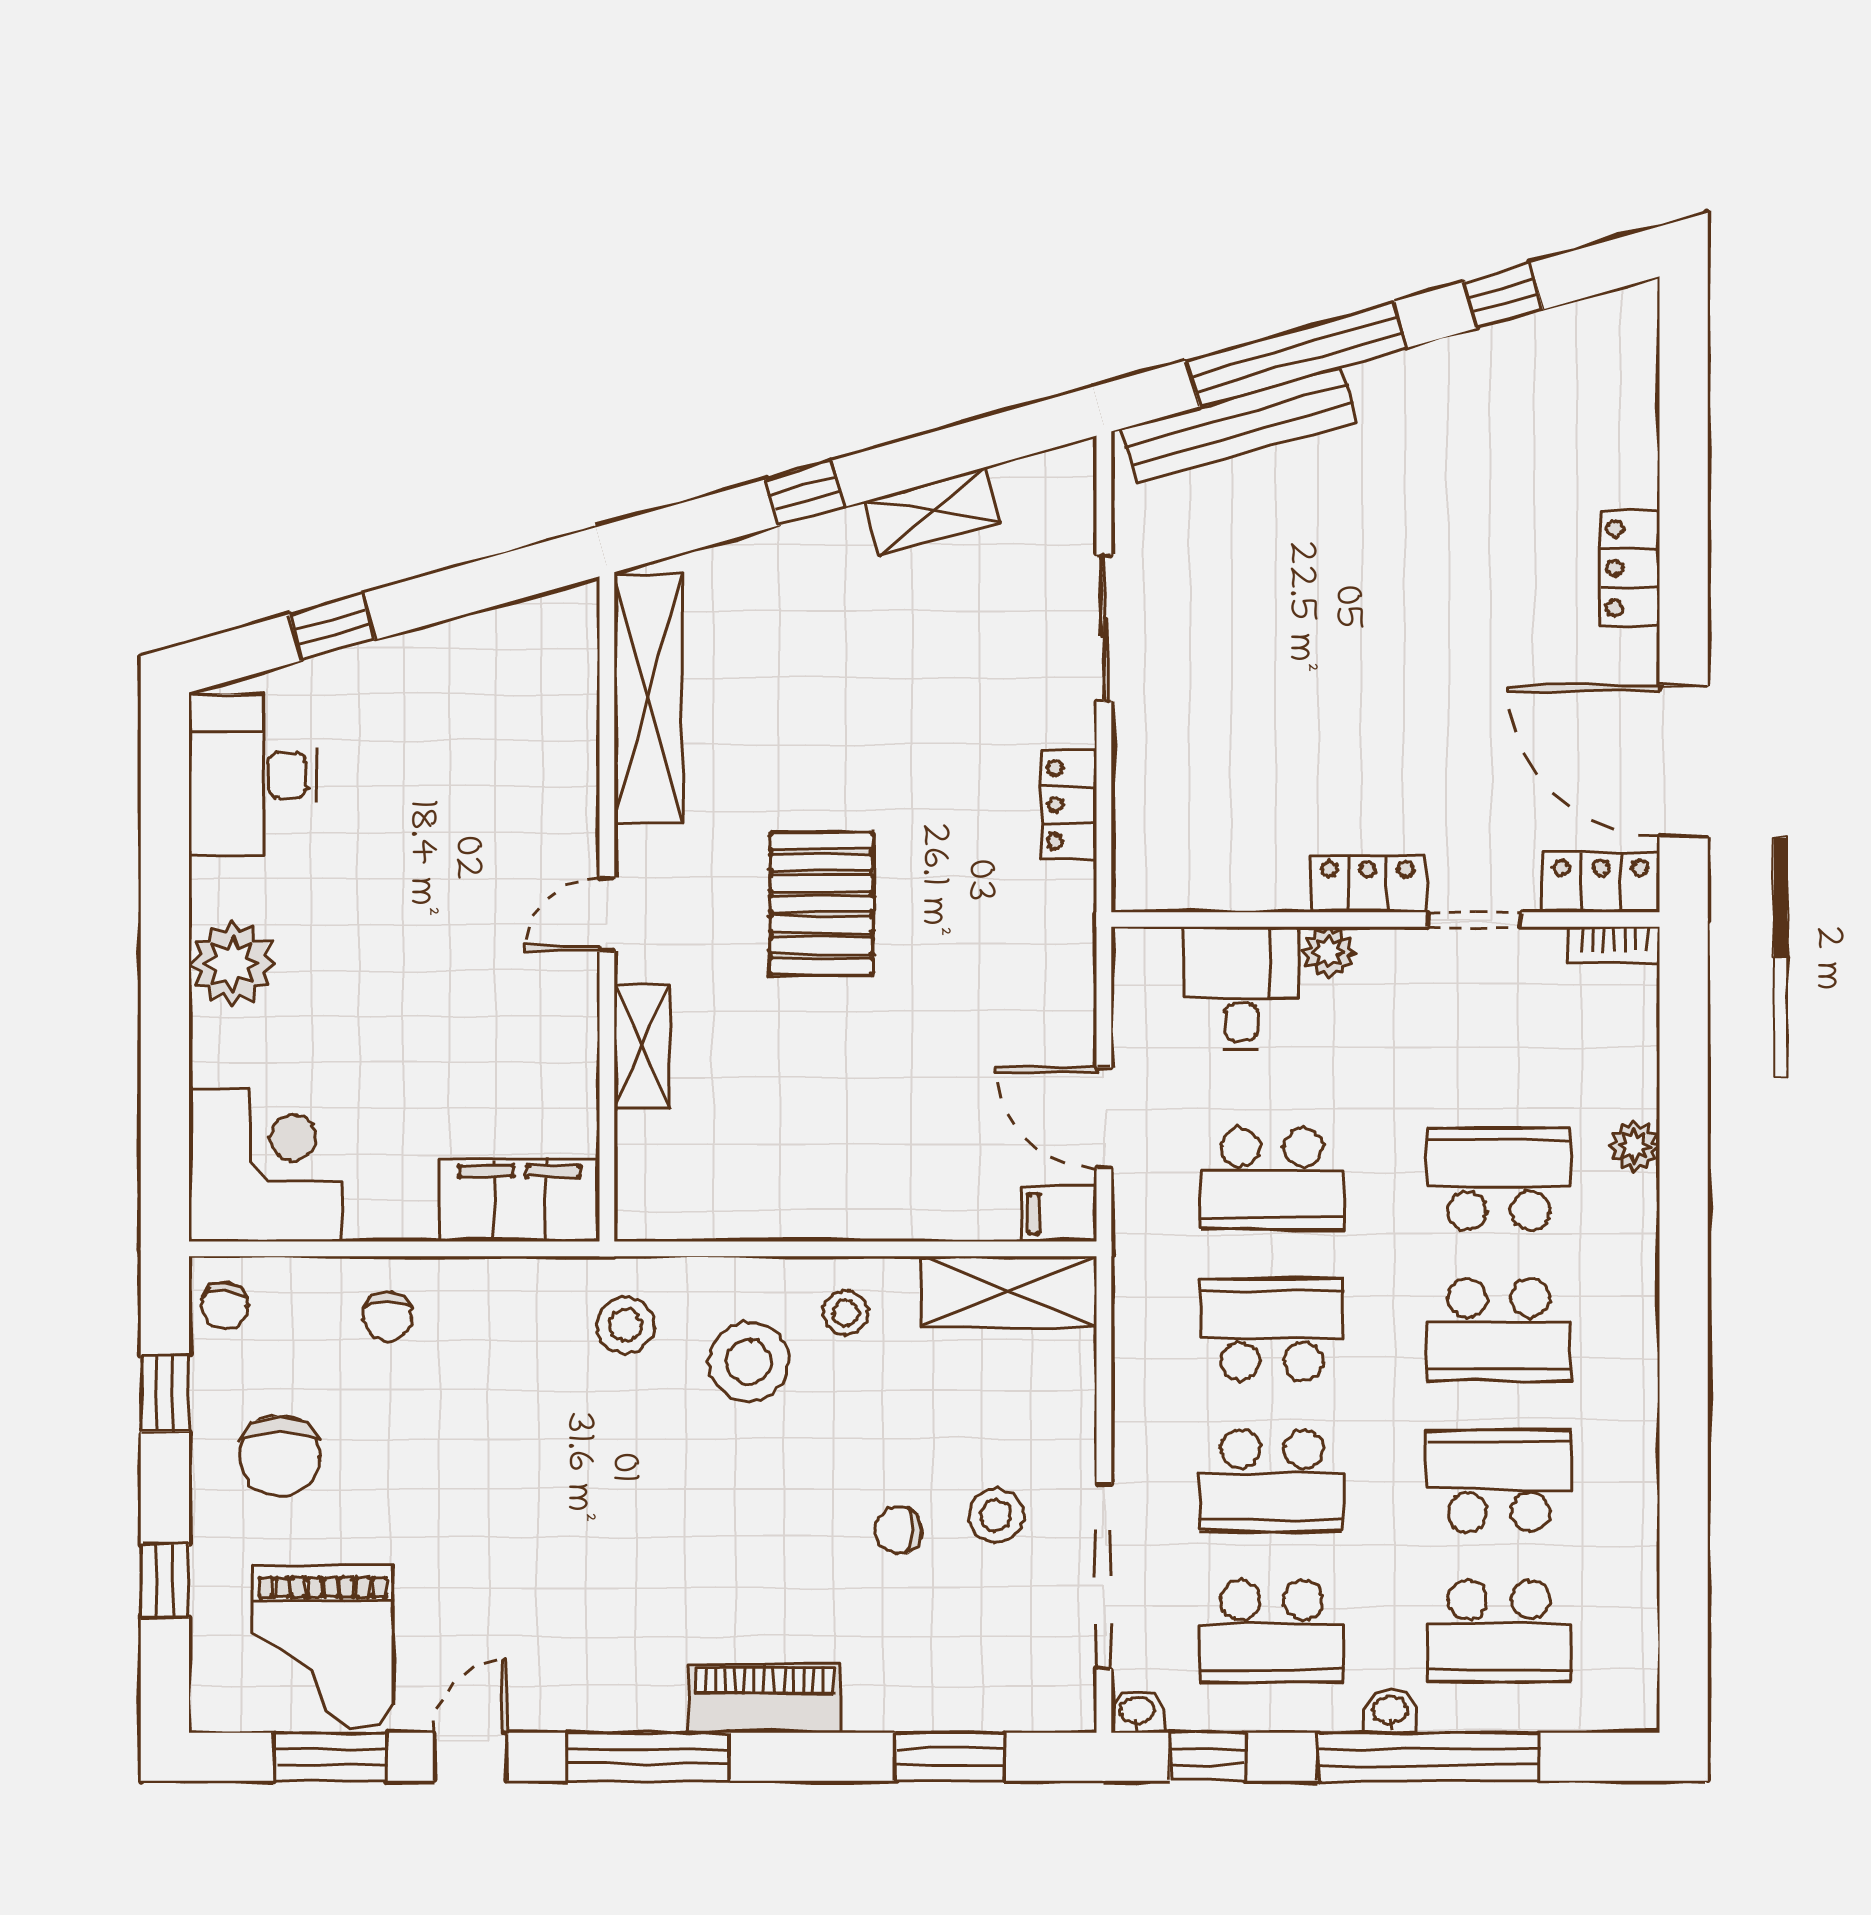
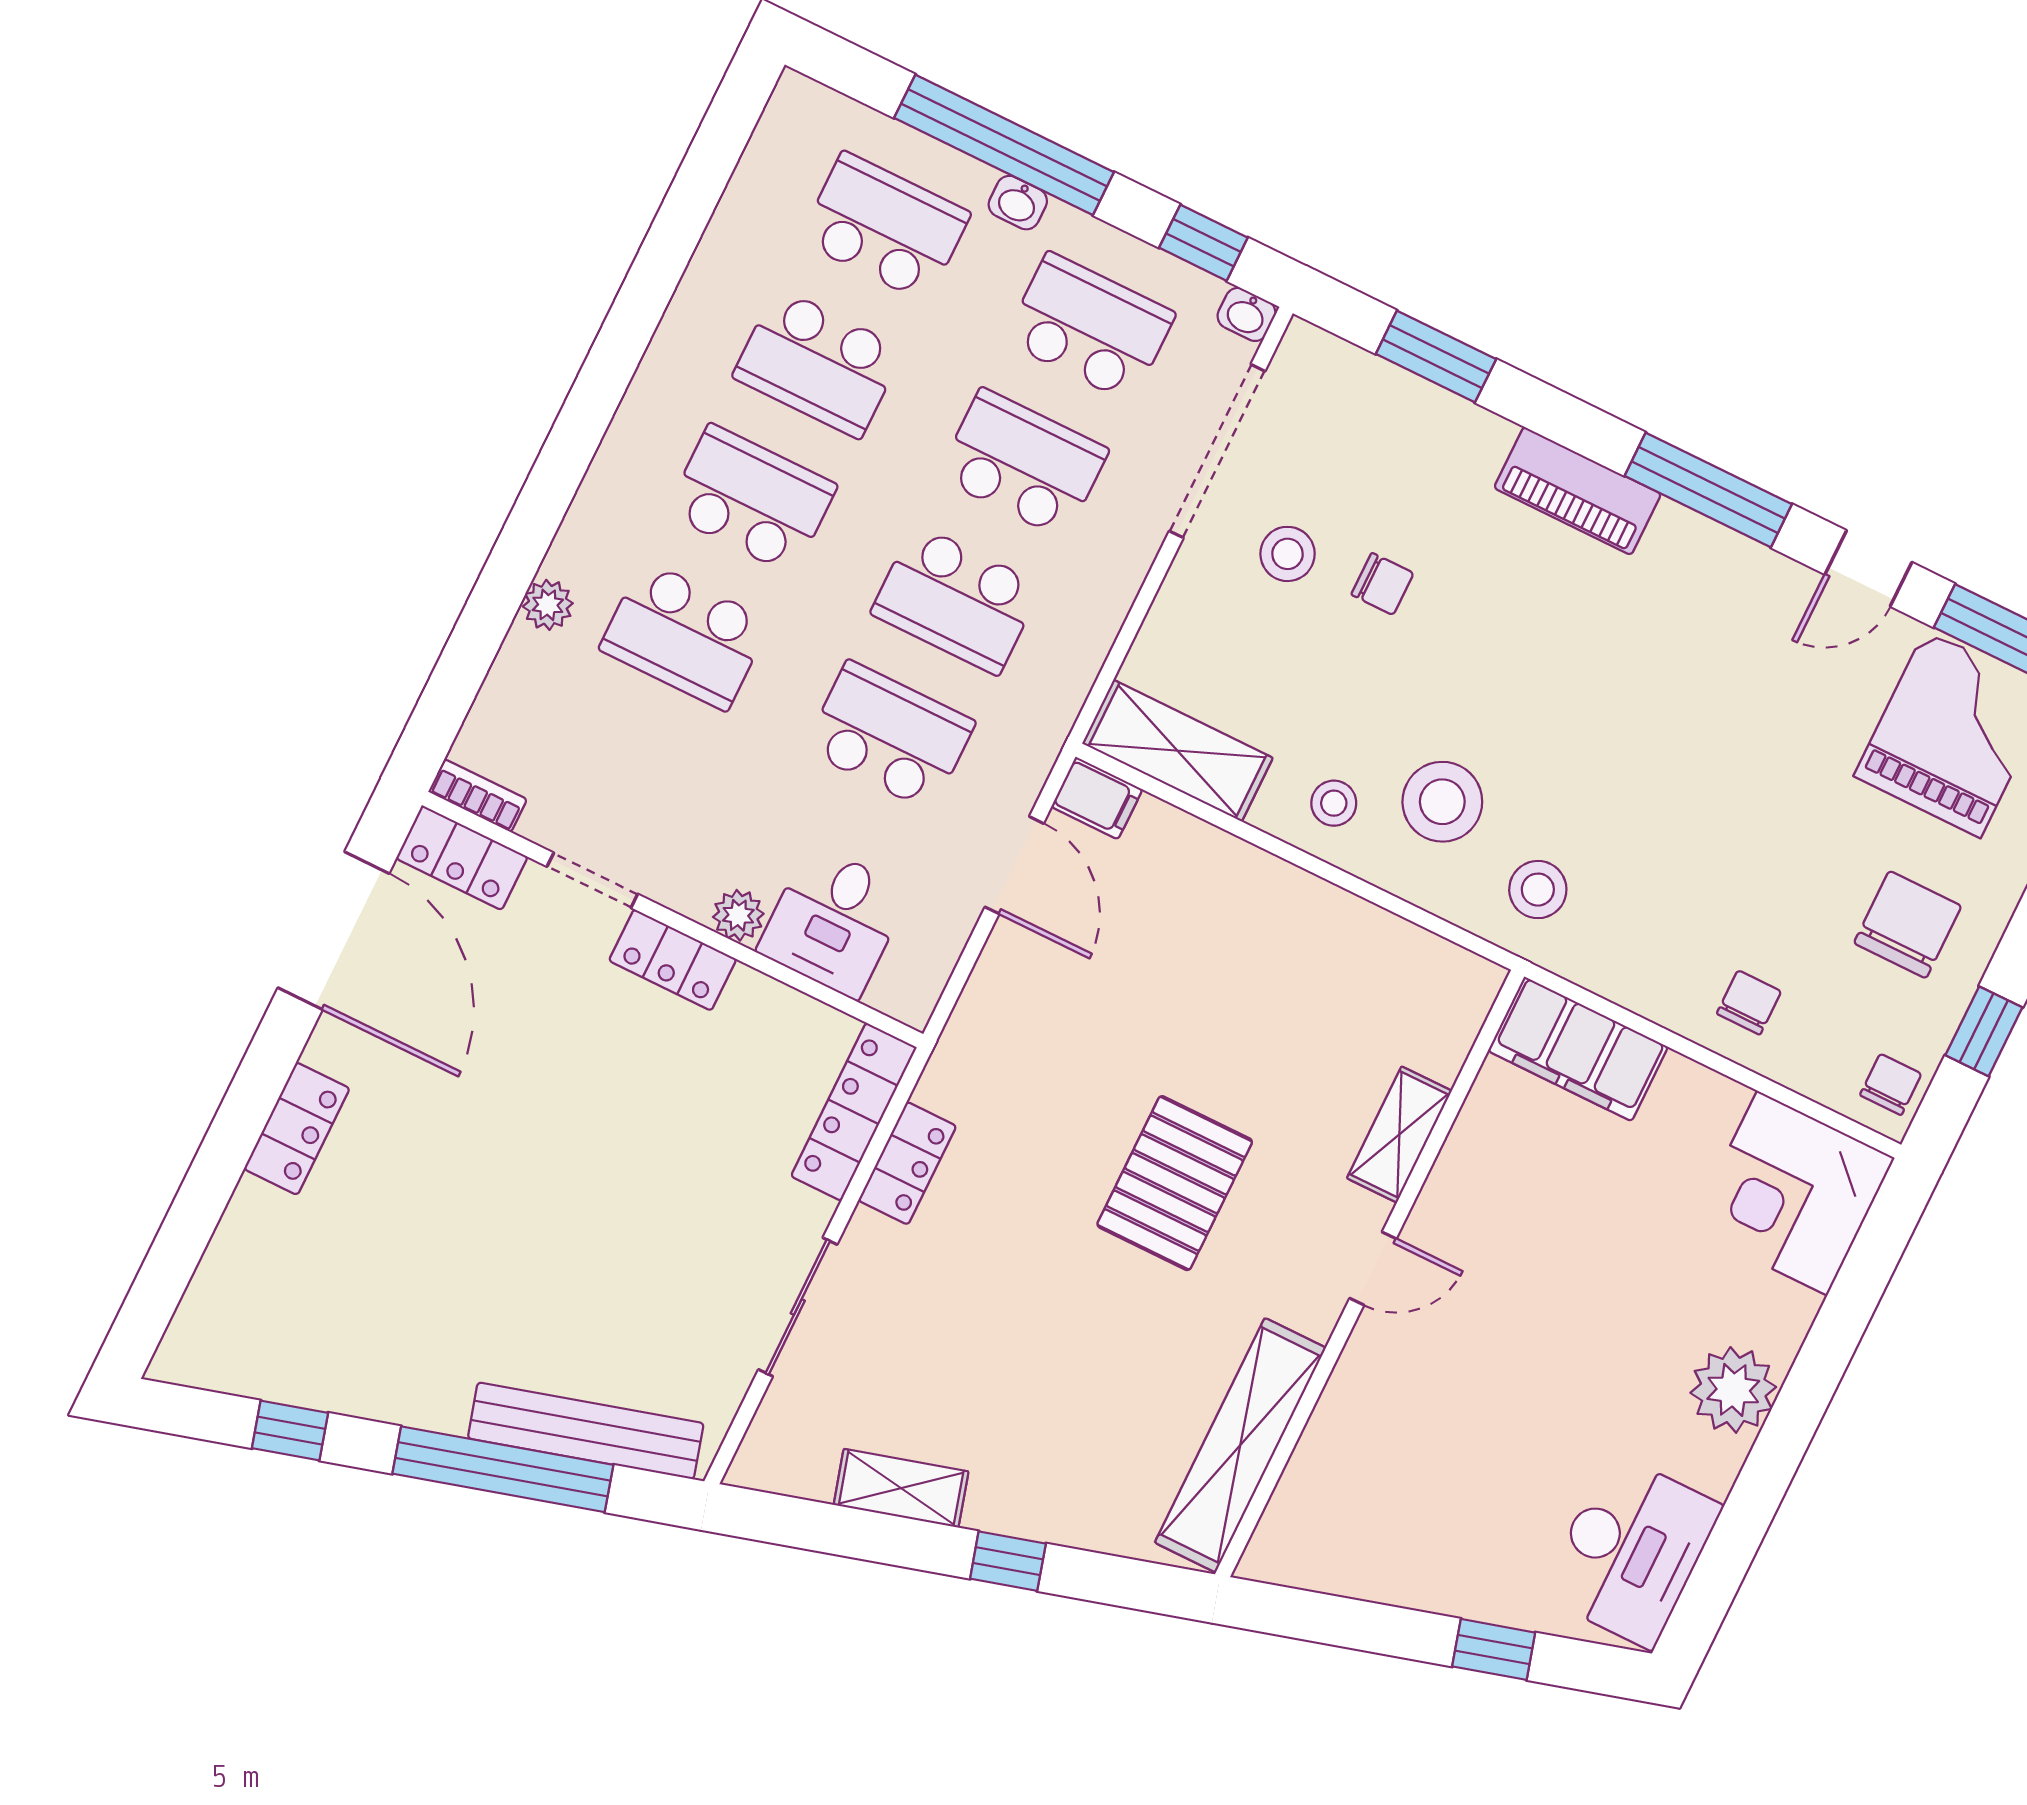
locker: (1139, 827) -> (854, 1112), added

